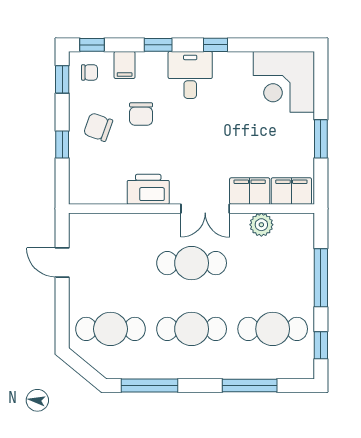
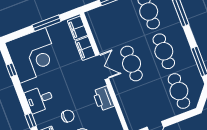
window: (216, 45) -> (11, 70), moved
corner desk: (284, 82) -> (33, 55), width x1.36, depth x1.36
window: (321, 139) -> (47, 23), width x1.44
plant: (261, 225) -> (100, 36), removed

